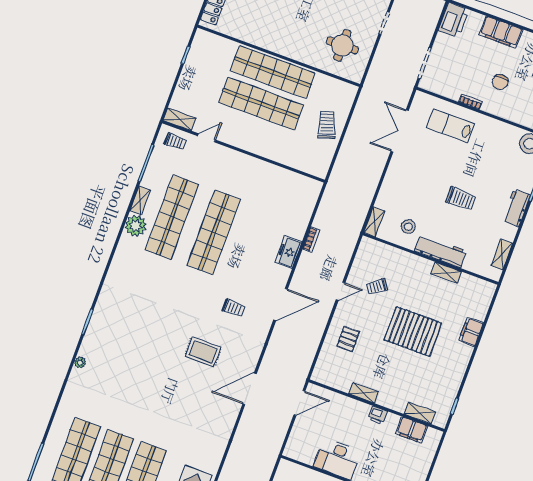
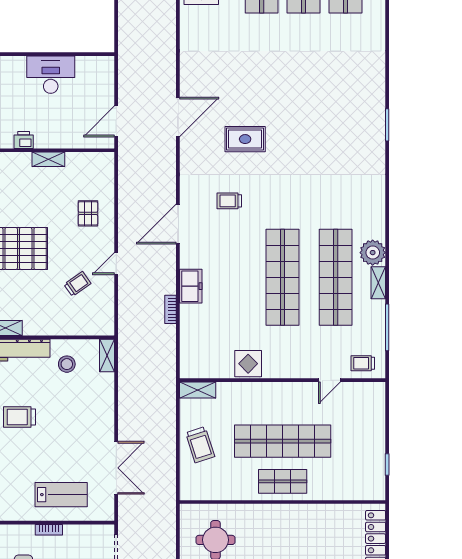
shop shelf: (273, 72) -> (283, 481), width x0.50, depth x0.74
shelving: (180, 119) -> (198, 390), moved
display table: (266, 174) -> (248, 364), added
plant: (80, 362) -> (379, 76), removed

